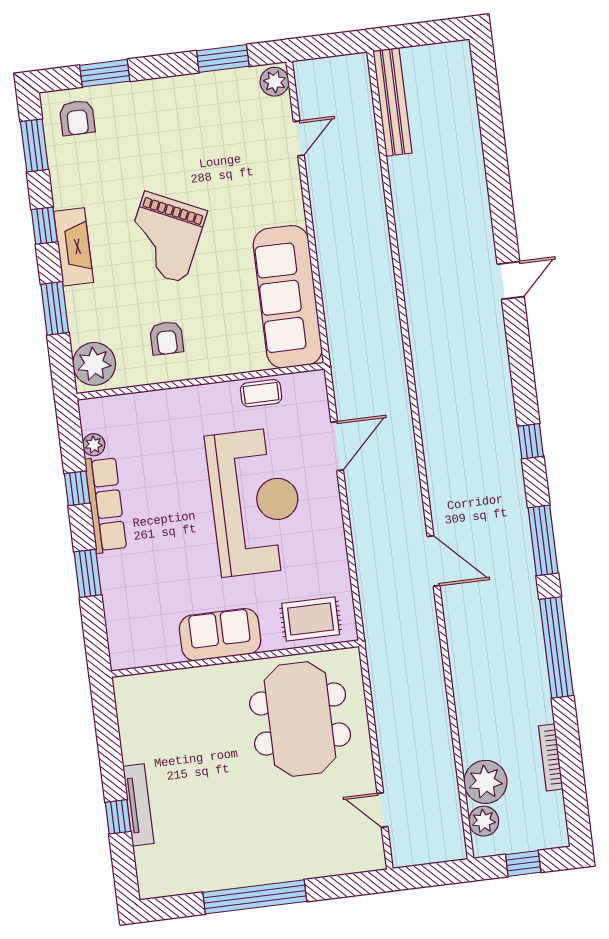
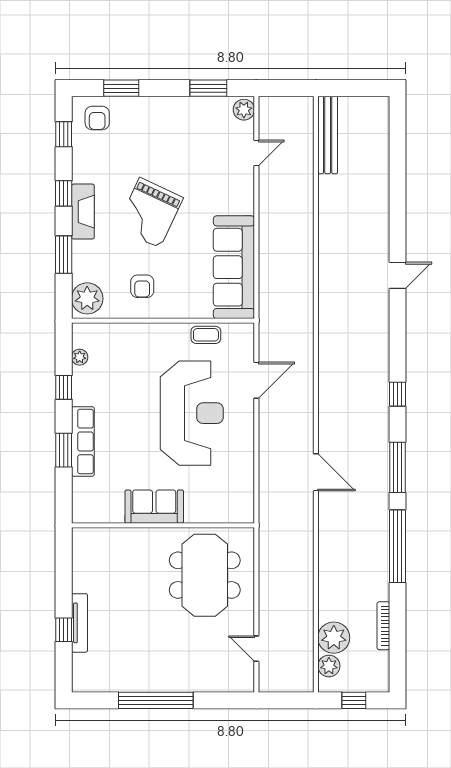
window: (34, 146) -> (64, 134), width x0.67
row of seats: (106, 505) -> (83, 441), moved
rug: (311, 619) -> (221, 503), removed

